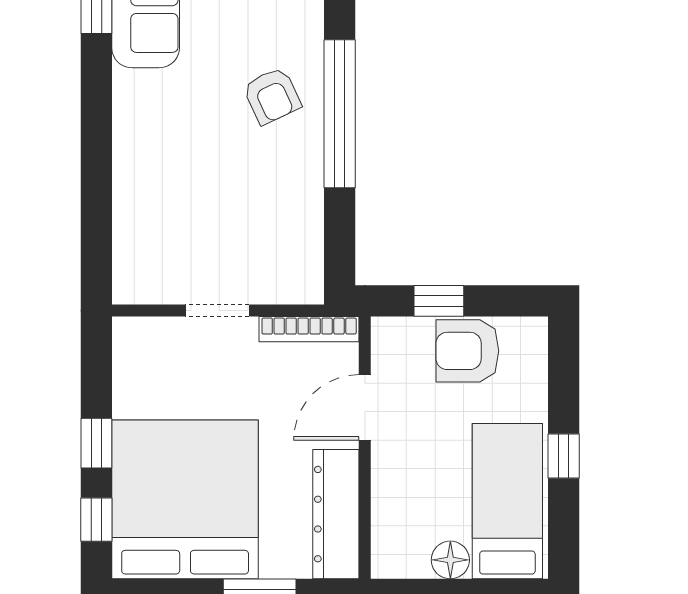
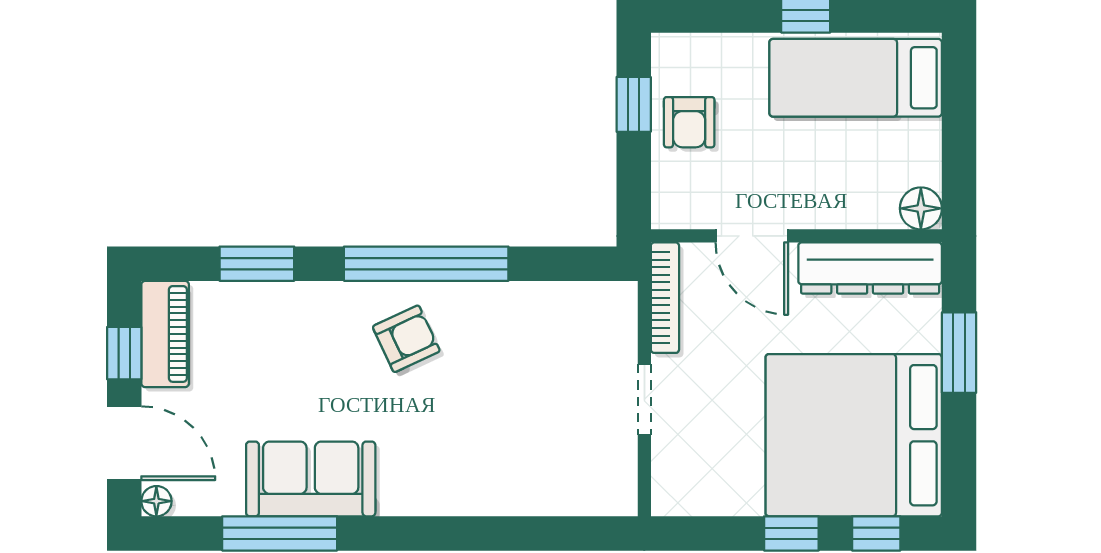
window: (439, 301) -> (634, 104), moved
armchair: (467, 351) -> (689, 122), width x0.72, depth x0.72
floor lamp: (450, 560) -> (921, 208), moved

